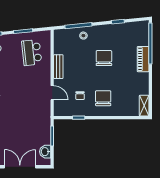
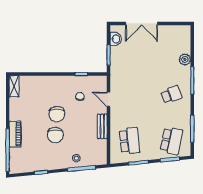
chair: (103, 98) -> (57, 114), moved

